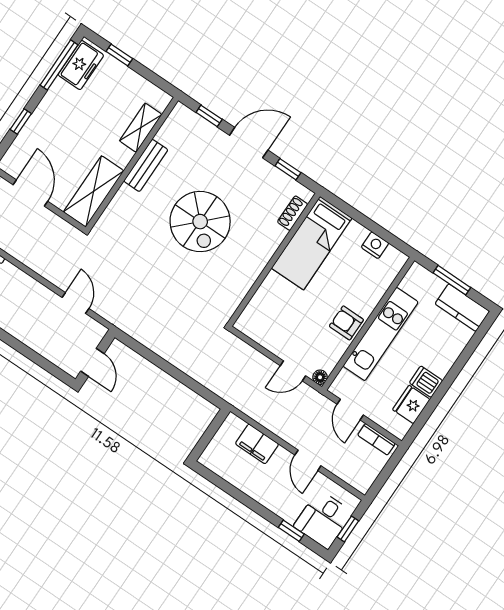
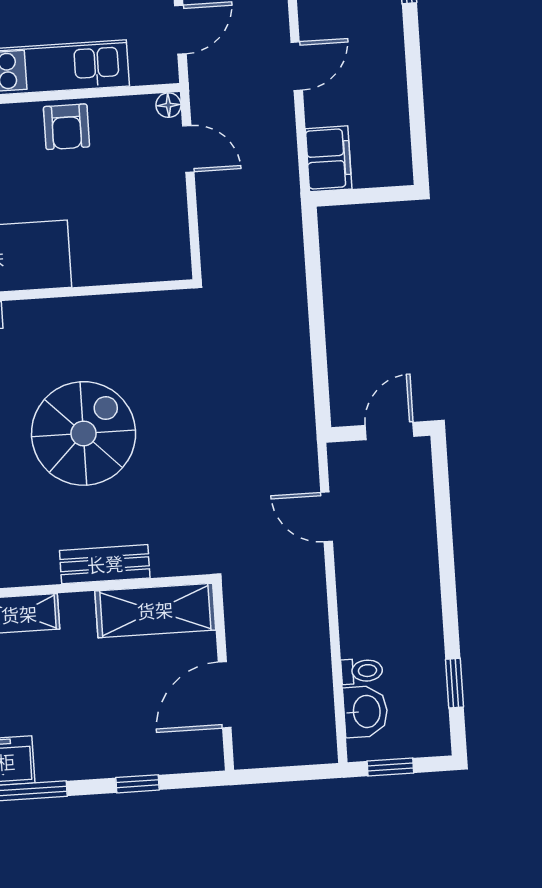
bench: (146, 165) -> (105, 564), moved
door: (75, 303) -> (327, 517), hinge flipped
filing cabinet: (257, 444) -> (329, 159), moved
door: (308, 460) -> (297, 66), moved

